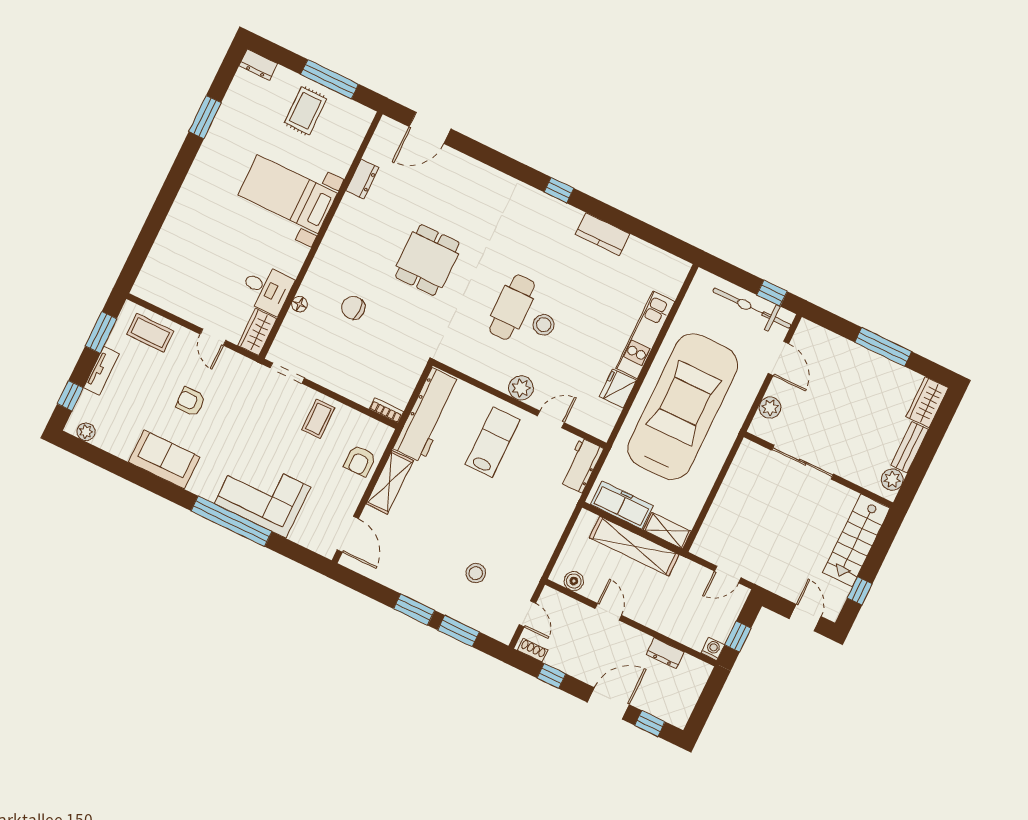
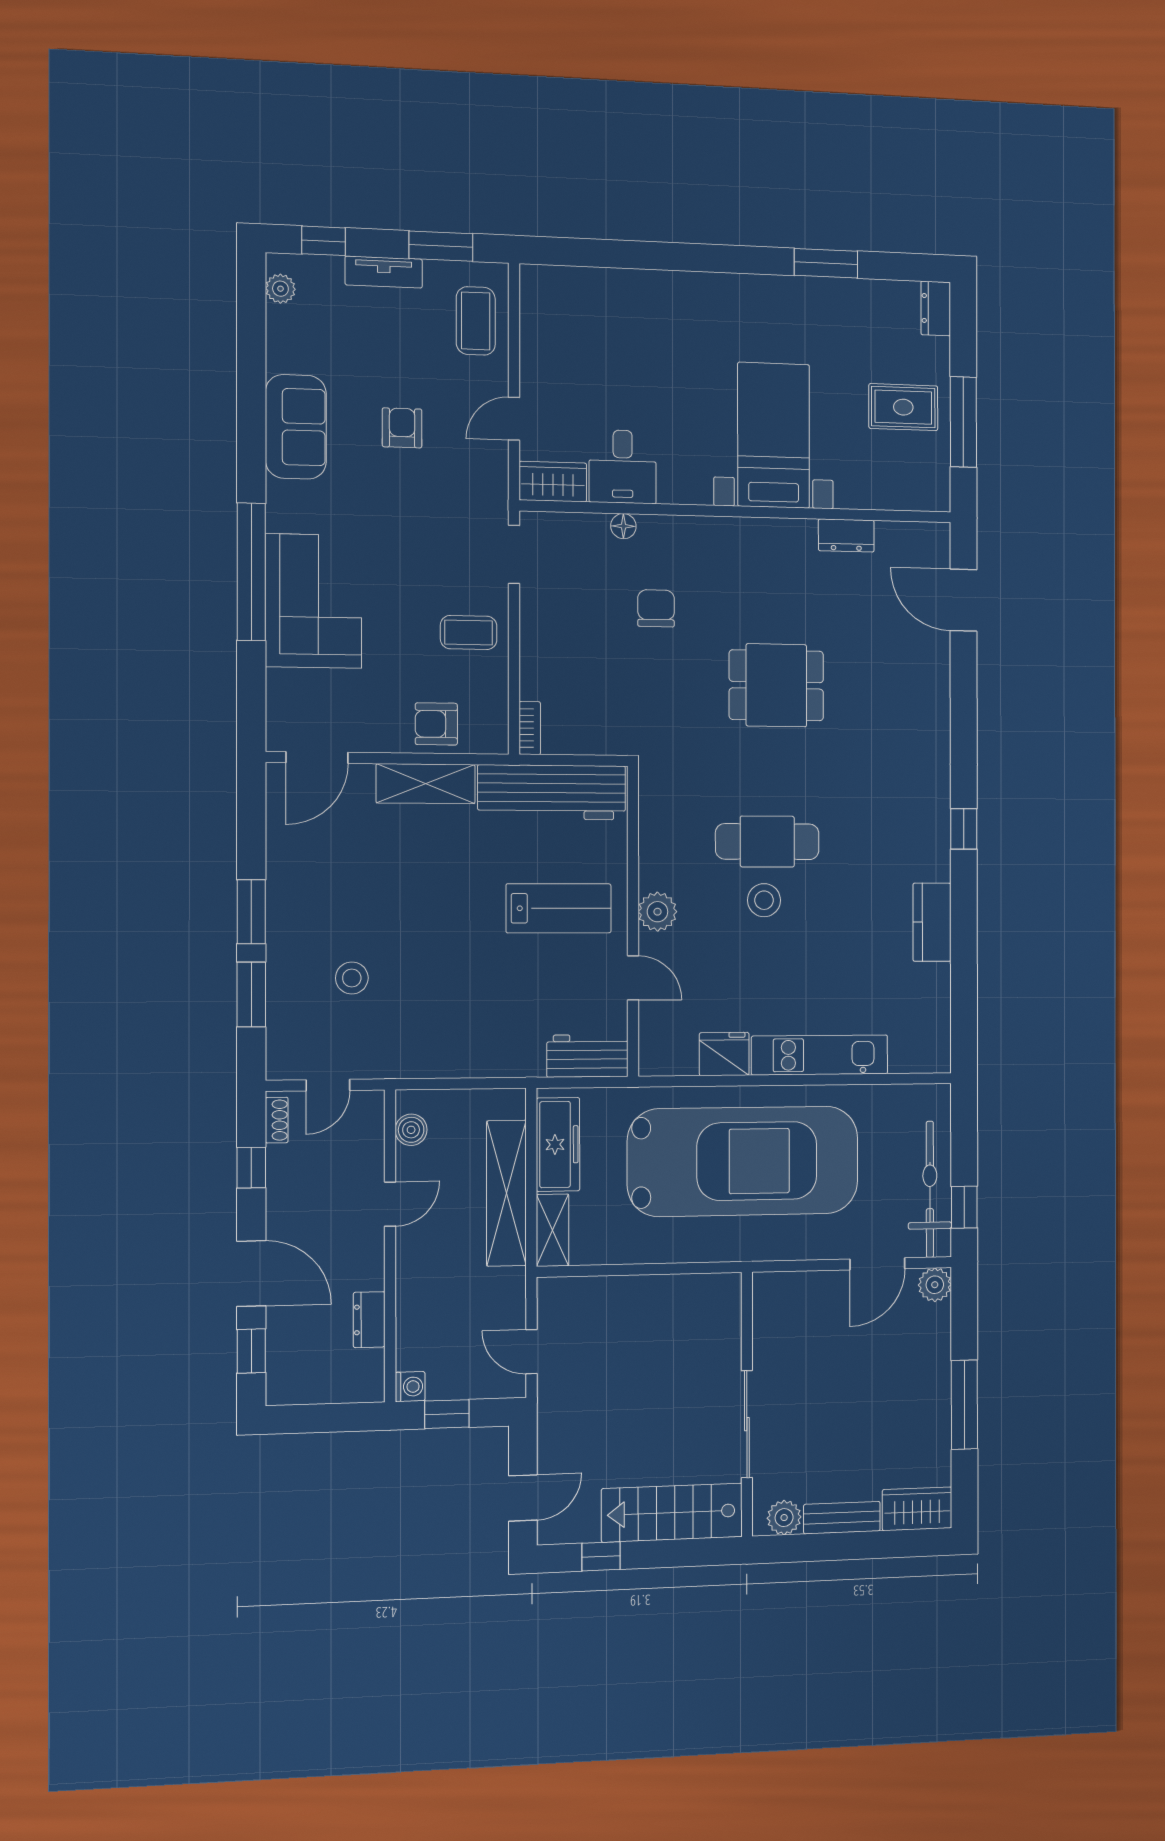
plant: (770, 408) -> (935, 1285), moved
sliding door: (803, 462) -> (747, 1424), moved

